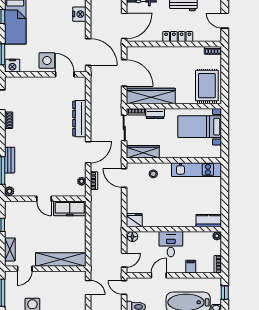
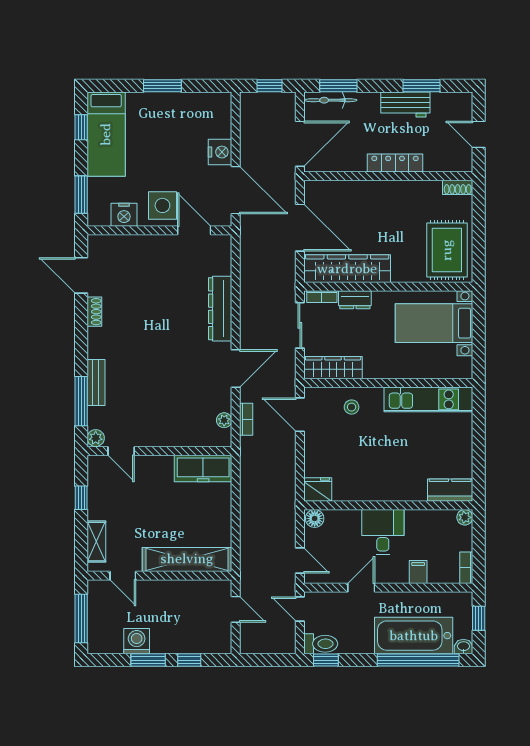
nightstand: (79, 14) -> (220, 152), moved
nightstand: (12, 66) -> (124, 215), moved
door: (44, 199) -> (121, 451), moved
door: (124, 260) -> (300, 561), hinge flipped
door: (25, 269) -> (123, 576), hinge flipped

